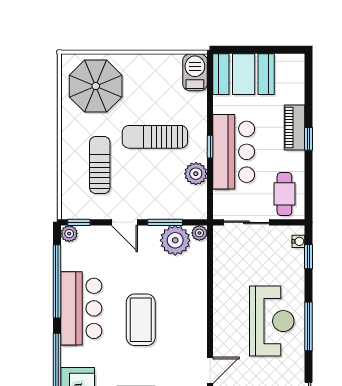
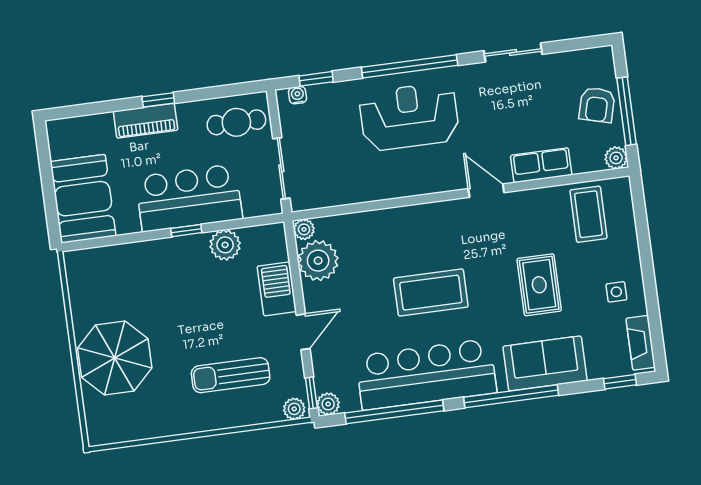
barbecue: (195, 72) -> (277, 289), moved, turned 90
parasol: (96, 86) -> (115, 358), moved
sun lounger: (155, 137) -> (183, 306), removed
plant: (69, 208) -> (294, 409), added
window: (165, 222) -> (296, 277), removed
bar counter: (81, 308) -> (426, 374), width x1.36
window: (309, 326) -> (410, 66), width x1.46

